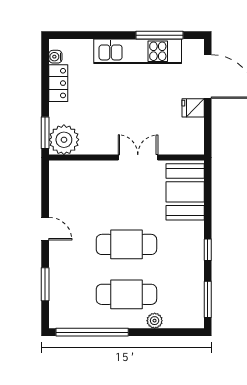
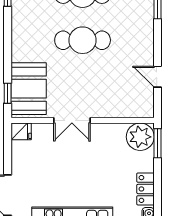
fridge: (193, 108) -> (21, 131), moved
door: (45, 229) -> (157, 77), moved
window: (208, 250) -> (8, 93), moved

